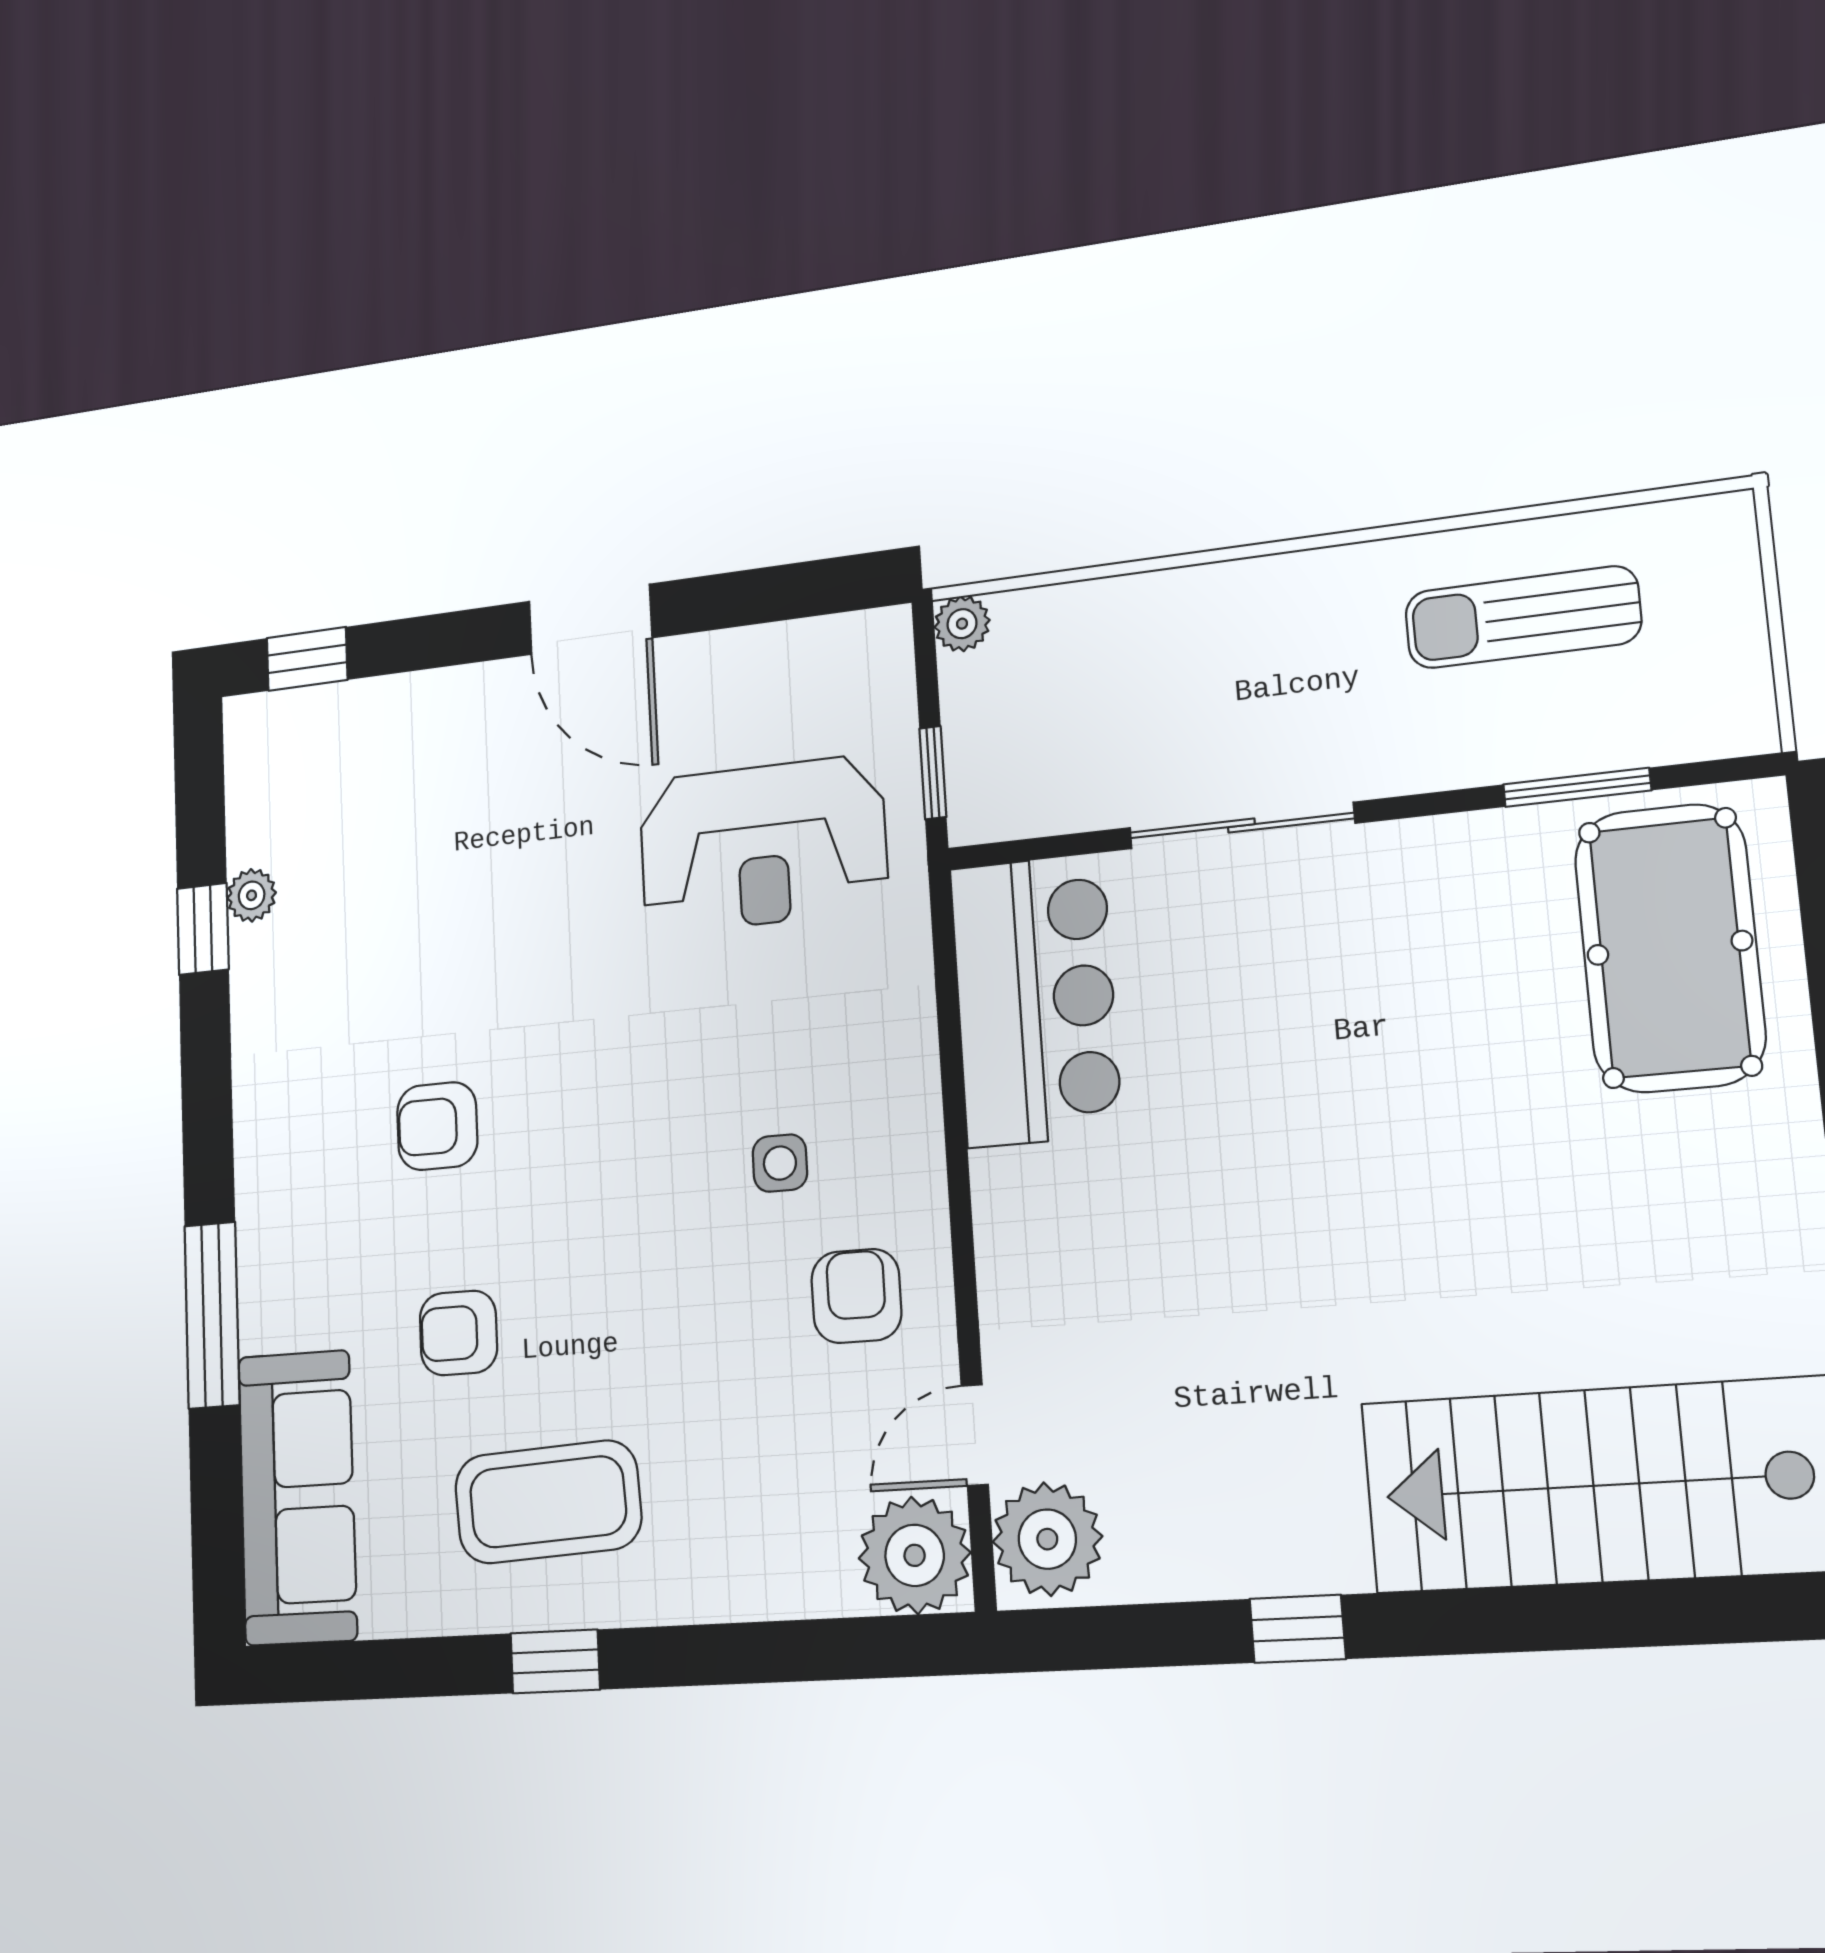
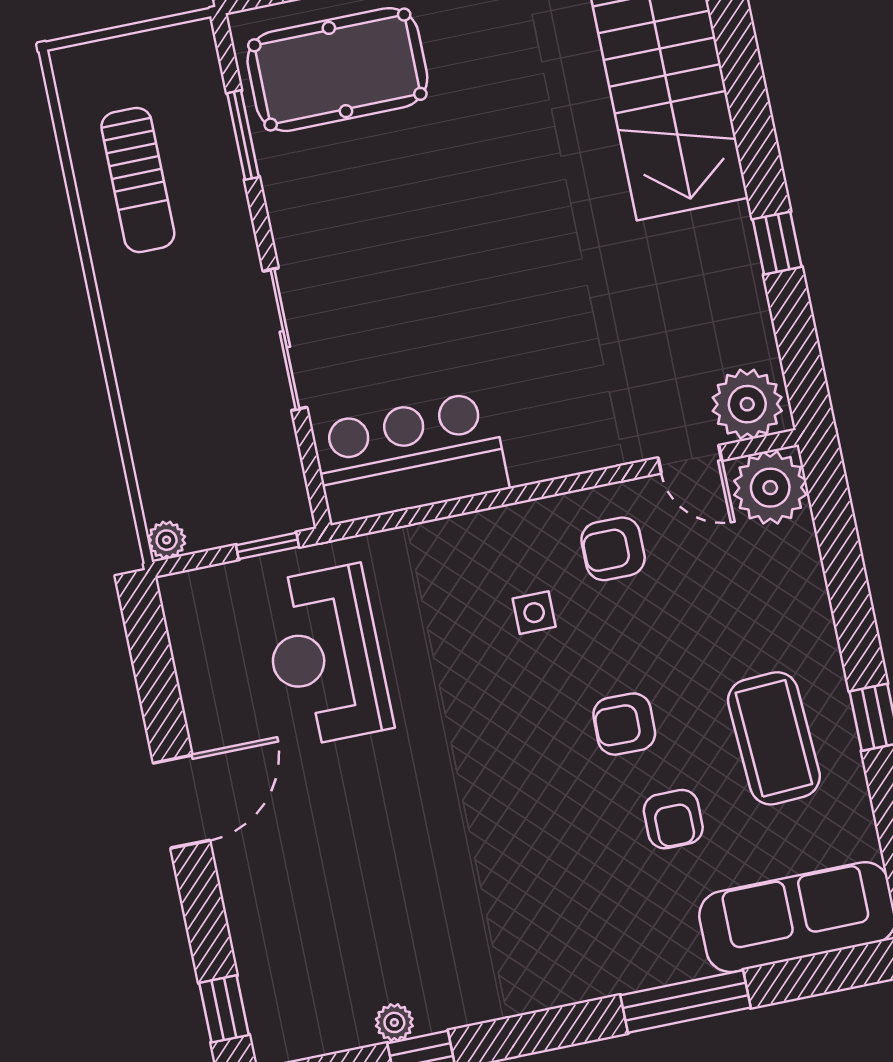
reception desk: (763, 845) -> (326, 656), turned 180
armchair: (437, 1126) -> (624, 724), moved, turned 91

